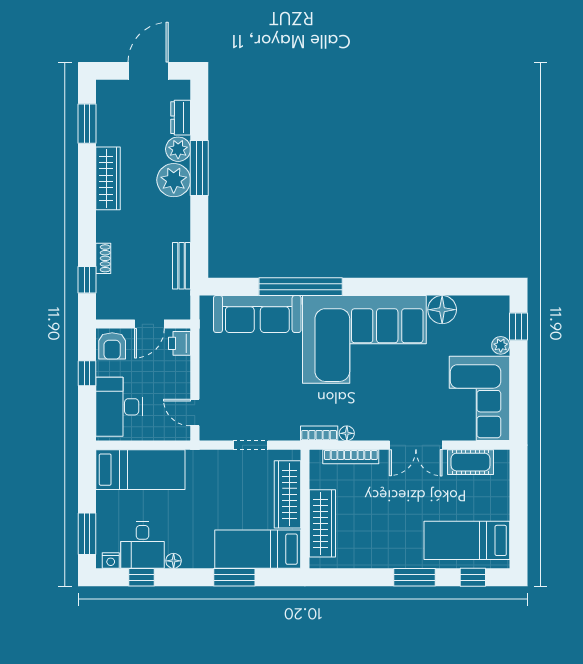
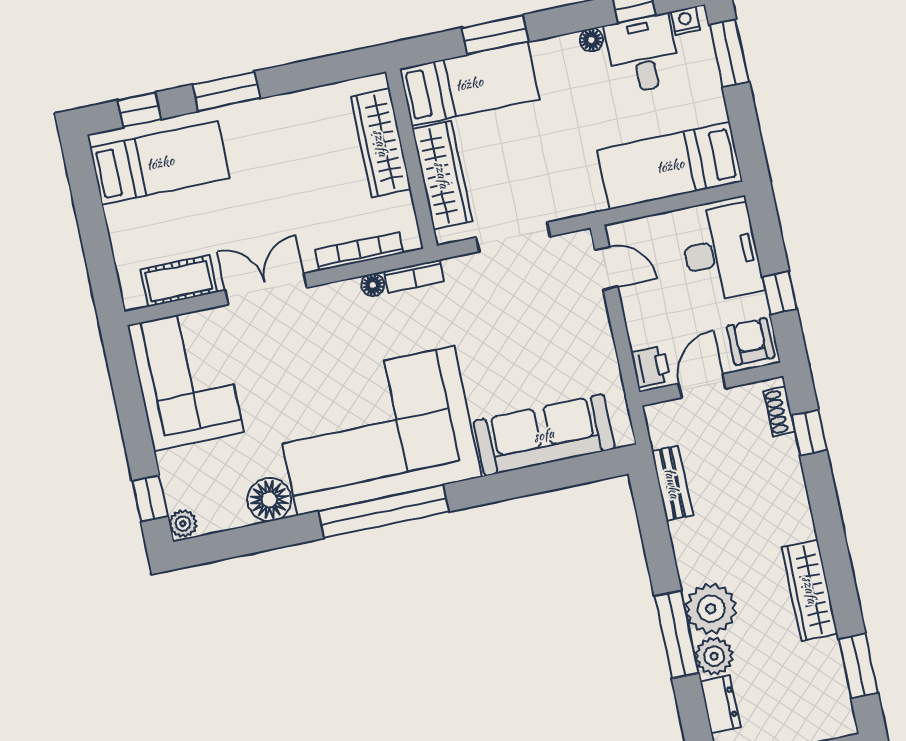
shoe rack: (103, 258) -> (779, 411), moved
window: (301, 287) -> (384, 511), moved
plant: (501, 345) -> (183, 524), moved
doorway: (251, 445) -> (513, 237), width x1.38

